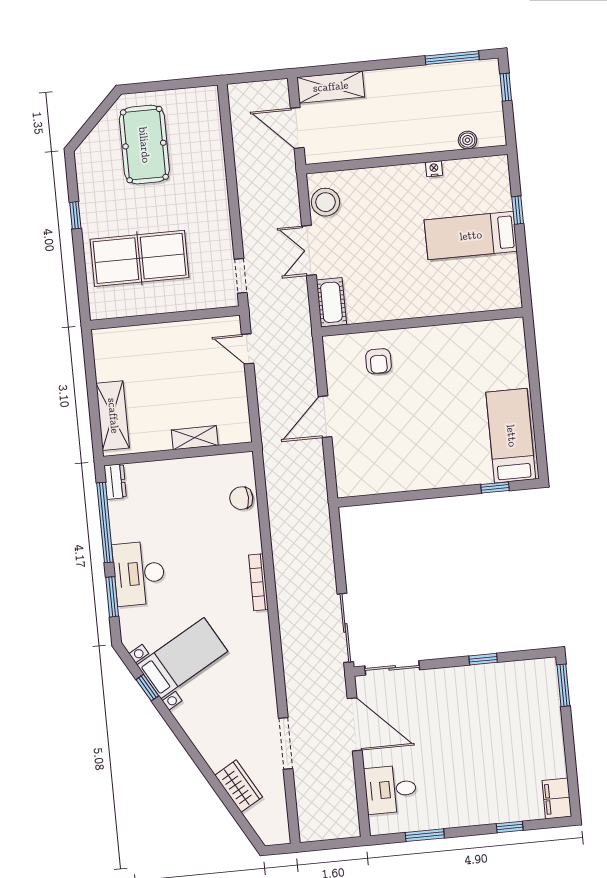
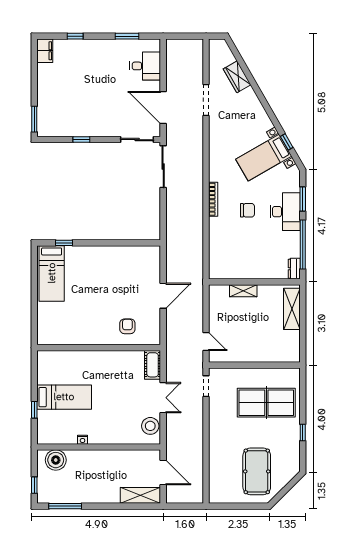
boiler: (467, 140) -> (56, 460), width x1.86, depth x1.86
chair: (241, 498) -> (247, 210), moved

